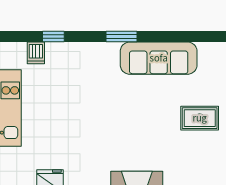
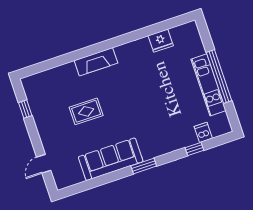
rug: (200, 118) -> (86, 111), moved

